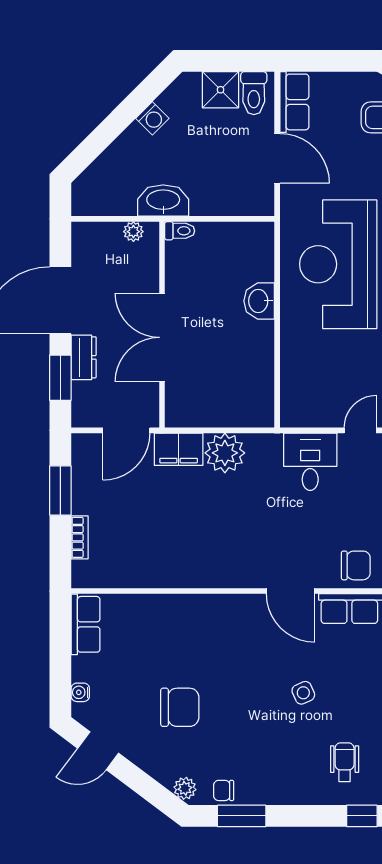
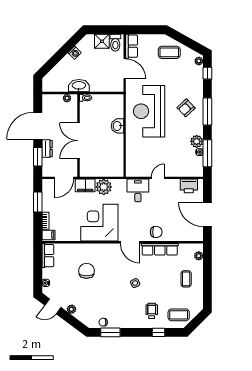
corner desk: (214, 542) -> (99, 223), added
filing cabinet: (87, 573) -> (48, 235), added
chair: (180, 707) -> (87, 271), moved, turned -90
plant: (185, 788) -> (71, 309), moved

